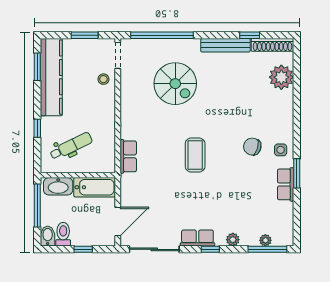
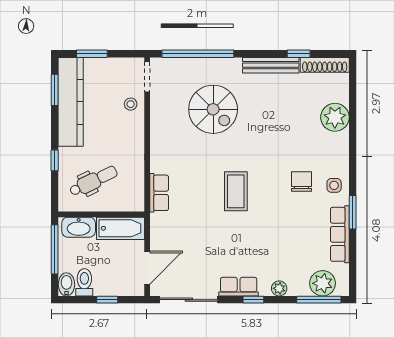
window: (85, 35) -> (92, 54), moved
plant: (281, 77) -> (335, 117), moved
chair: (252, 147) -> (302, 182), turned 73
row of seats: (286, 184) -> (340, 234), width x1.48
plant: (265, 240) -> (323, 283), width x1.88, depth x1.88

